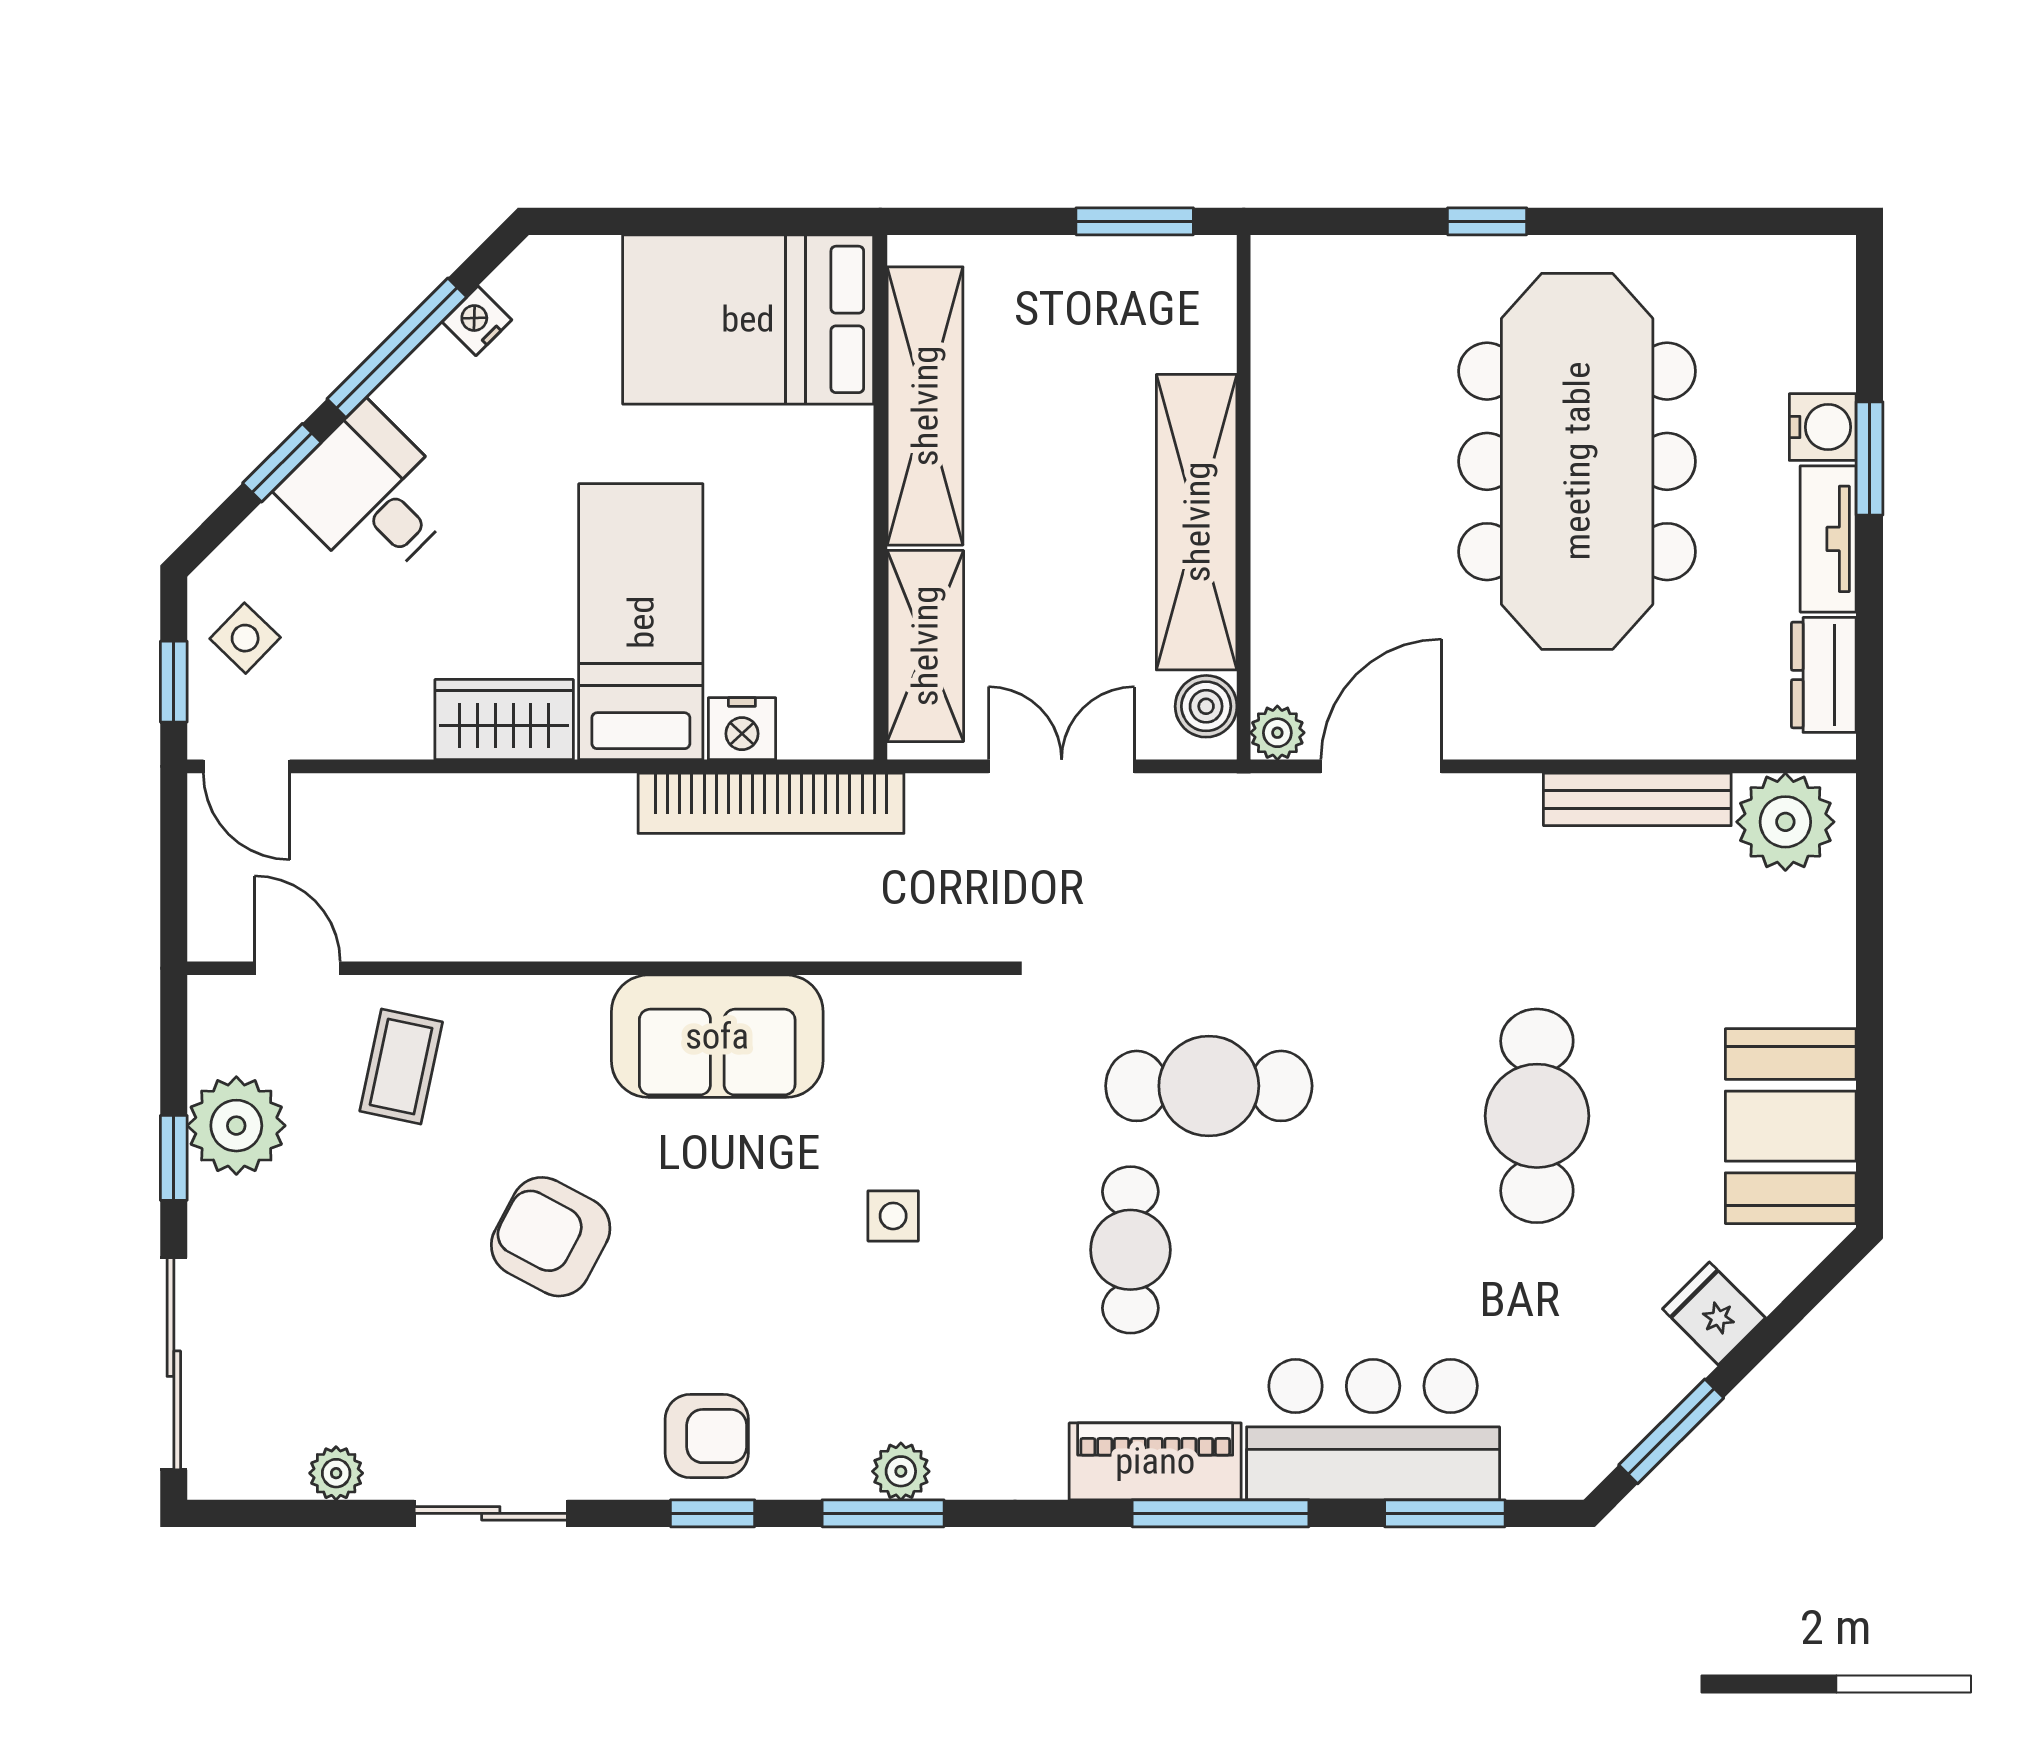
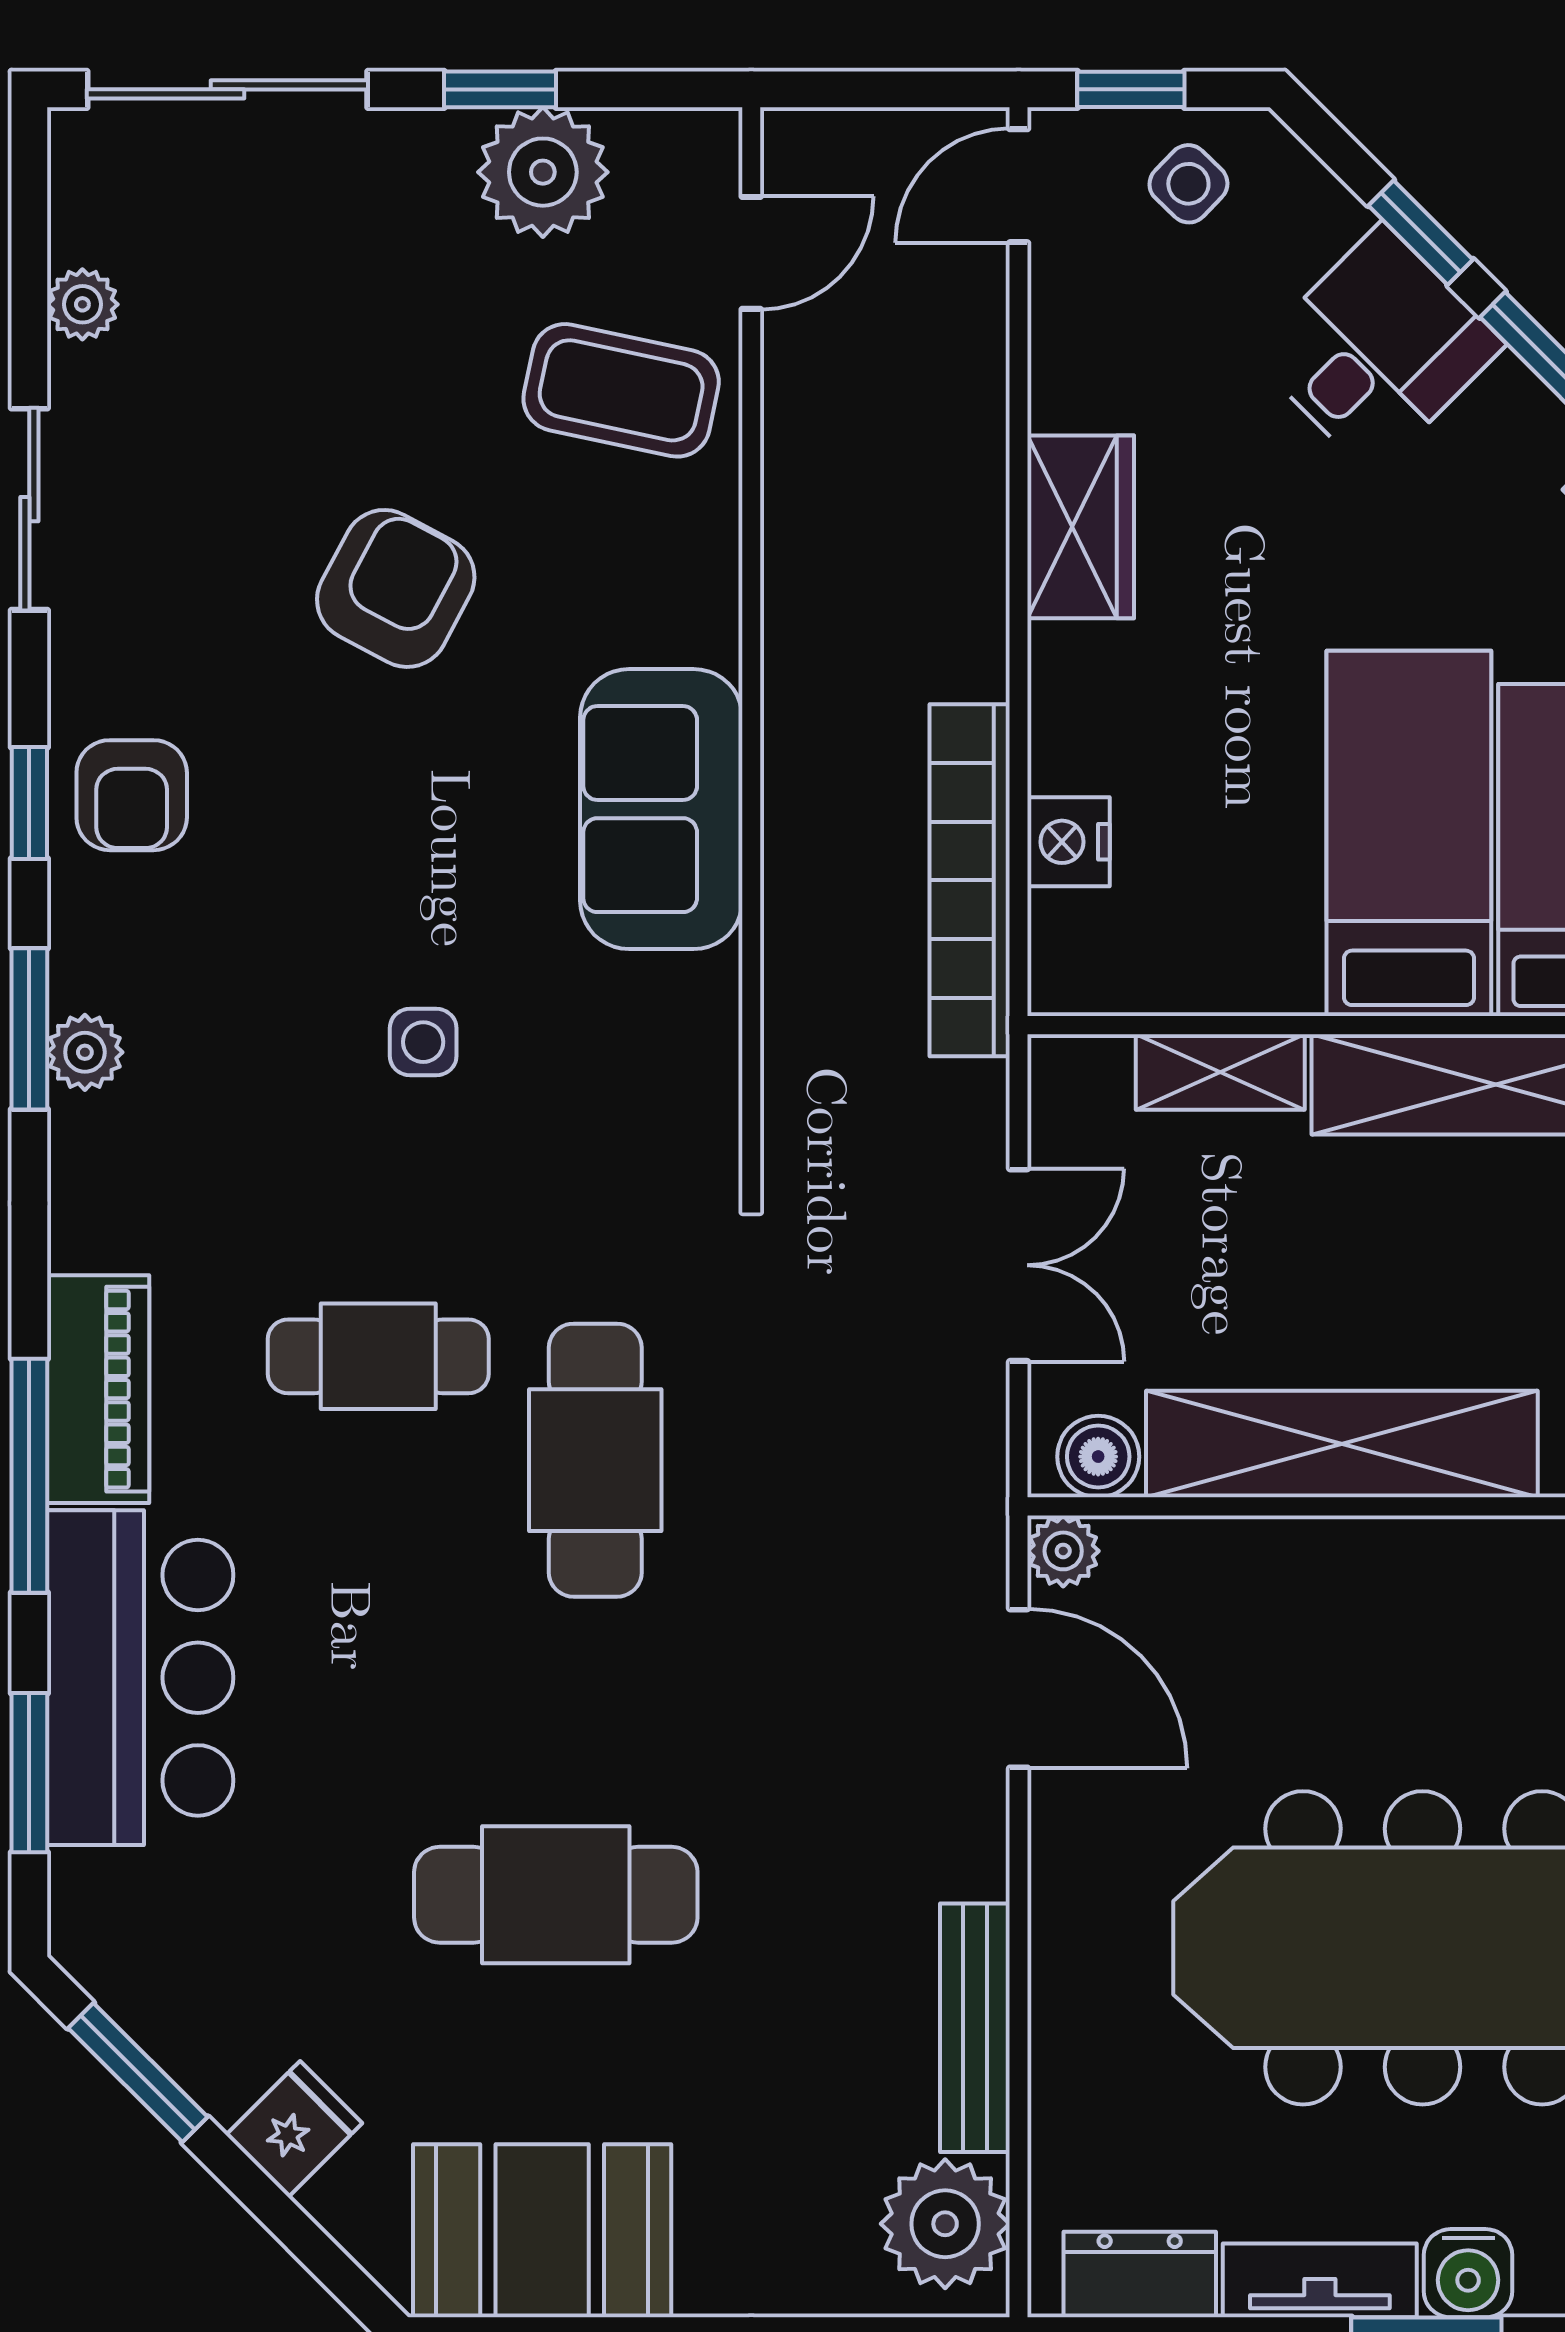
bed: (641, 622) -> (1409, 833), moved, turned -90
shelving: (925, 646) -> (1220, 1072), width x0.67, depth x0.75
coffee table: (401, 1066) -> (621, 390), width x1.36, depth x1.30

